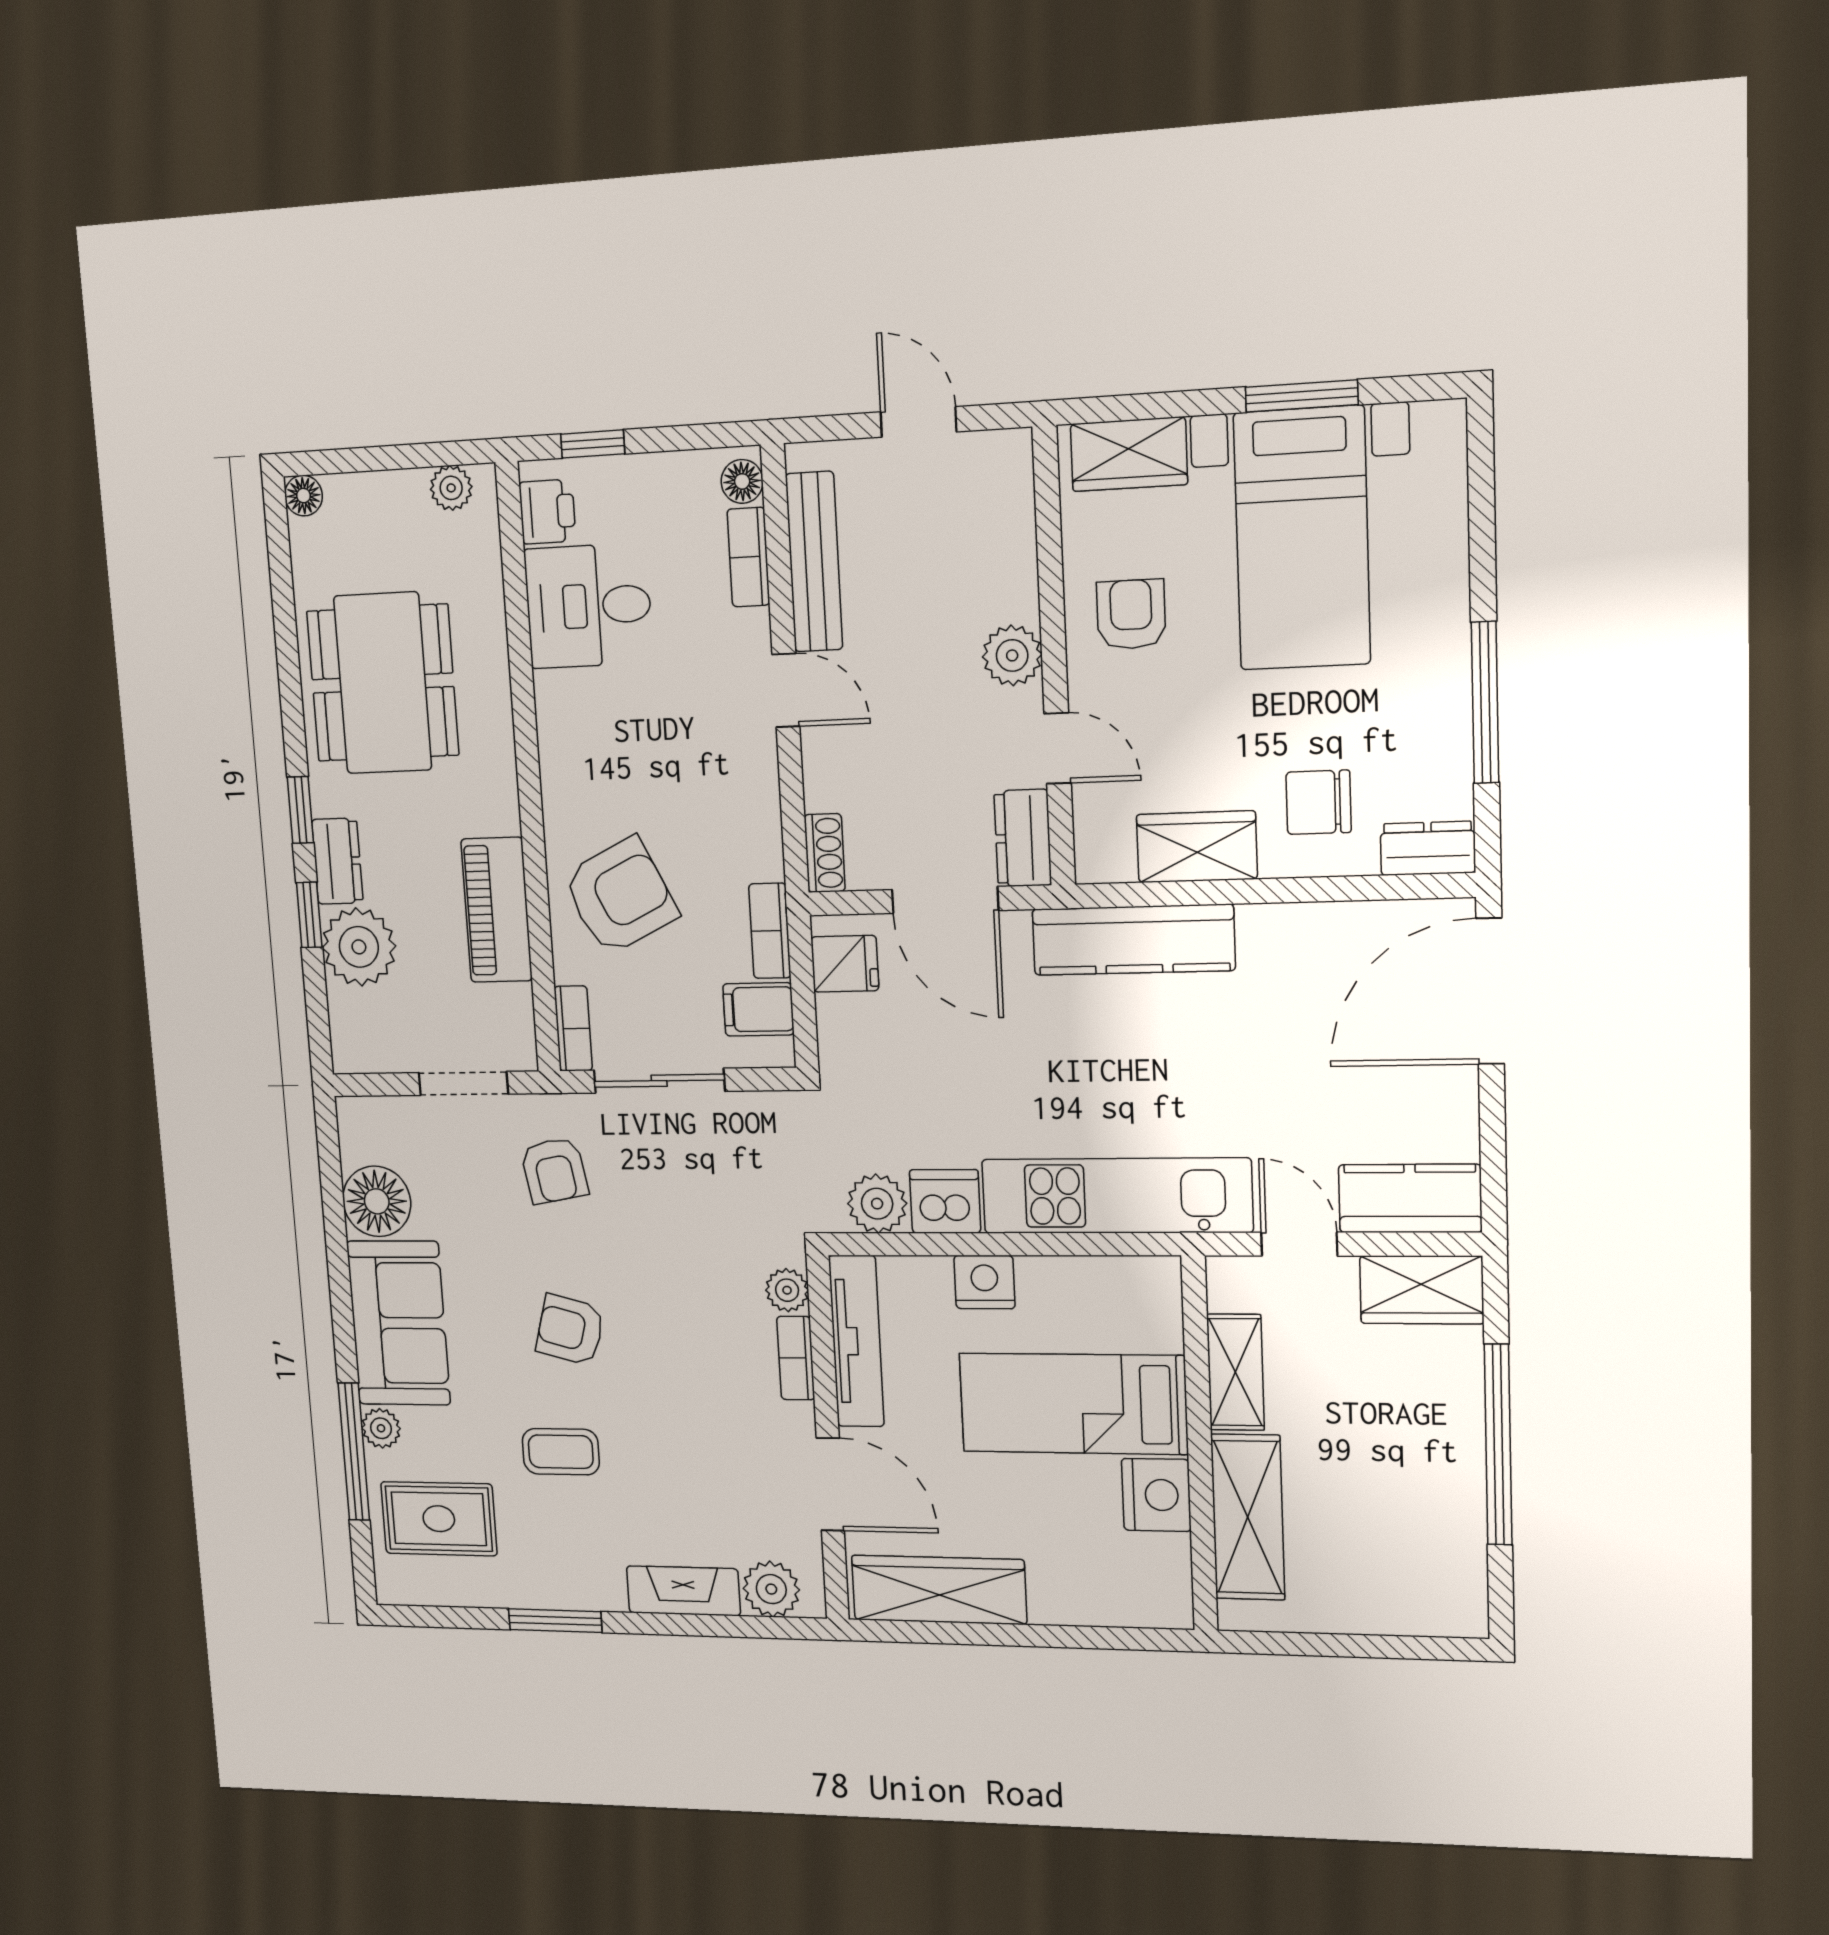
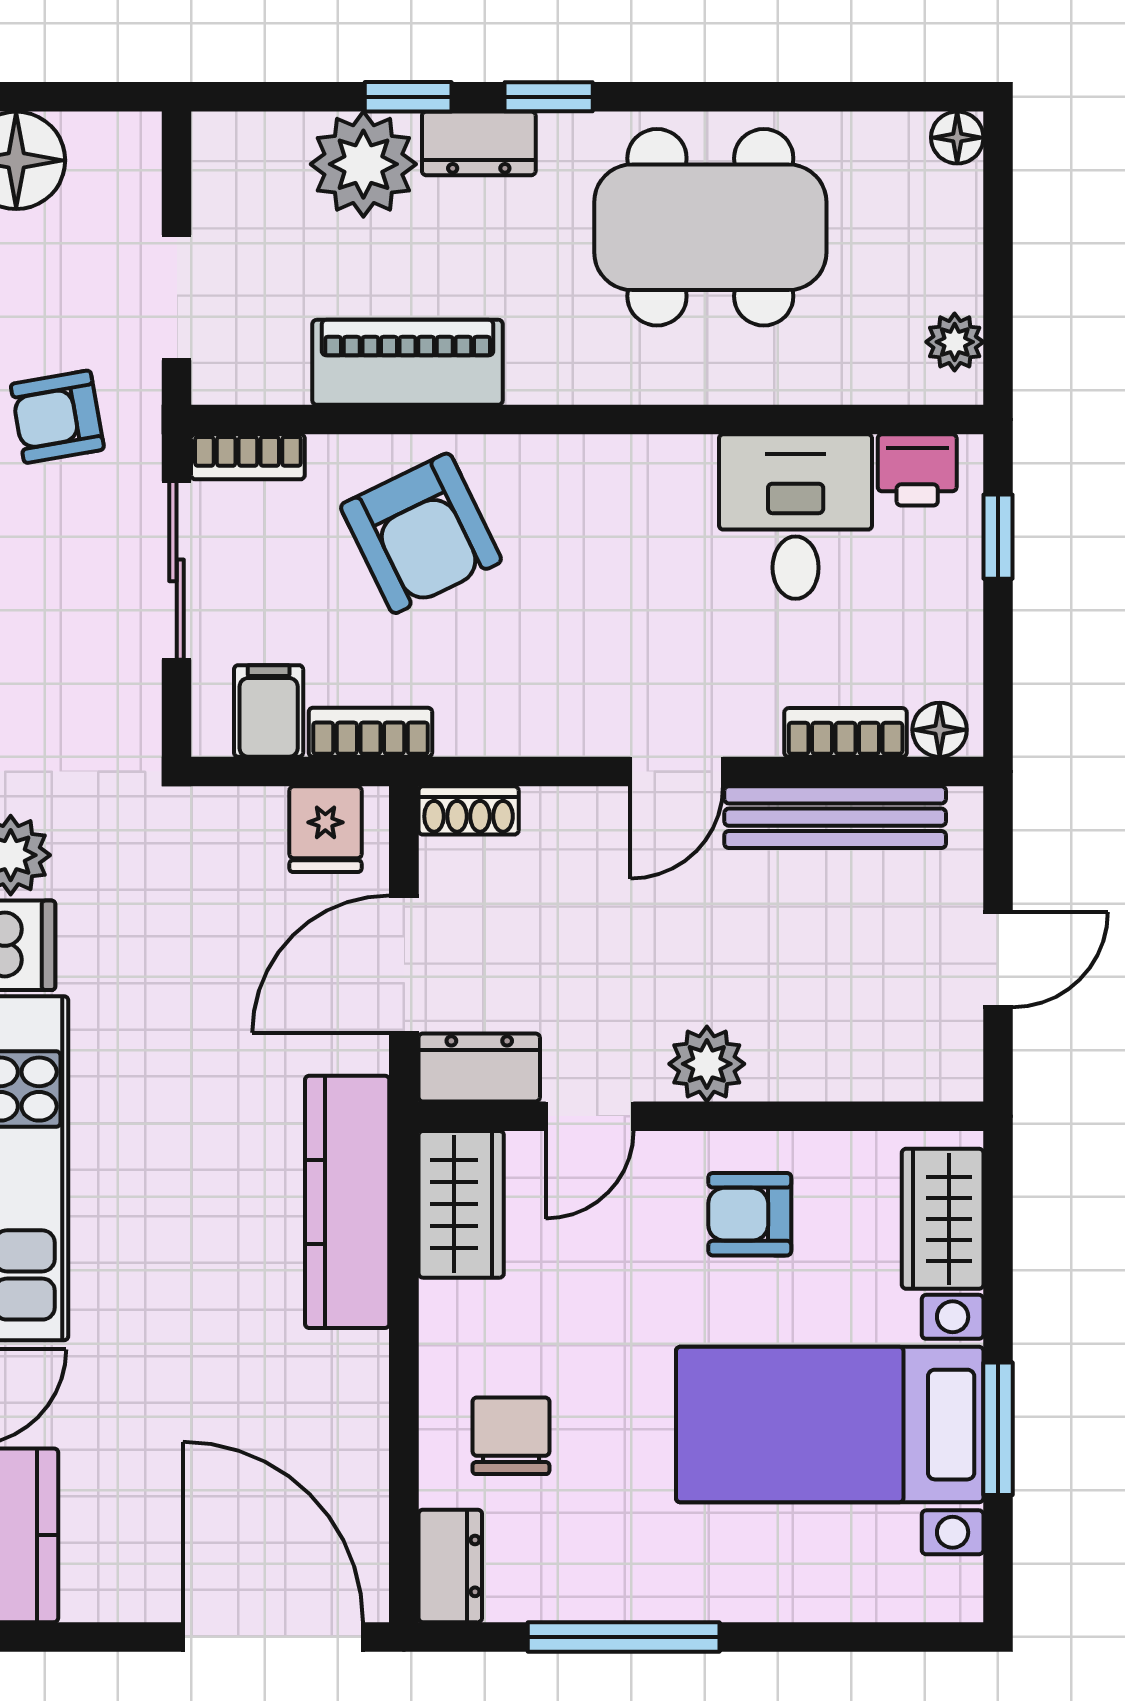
armchair: (1131, 614) -> (750, 1214), turned 180
wardrobe: (1197, 847) -> (461, 1204), moved

